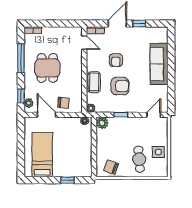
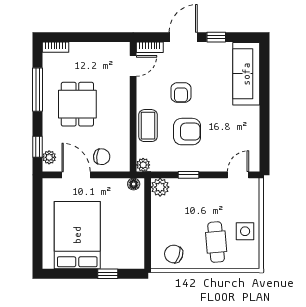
door: (84, 43) -> (133, 66), hinge flipped
sofa: (159, 64) -> (246, 74), moved
bed: (42, 155) -> (77, 235), width x1.50

